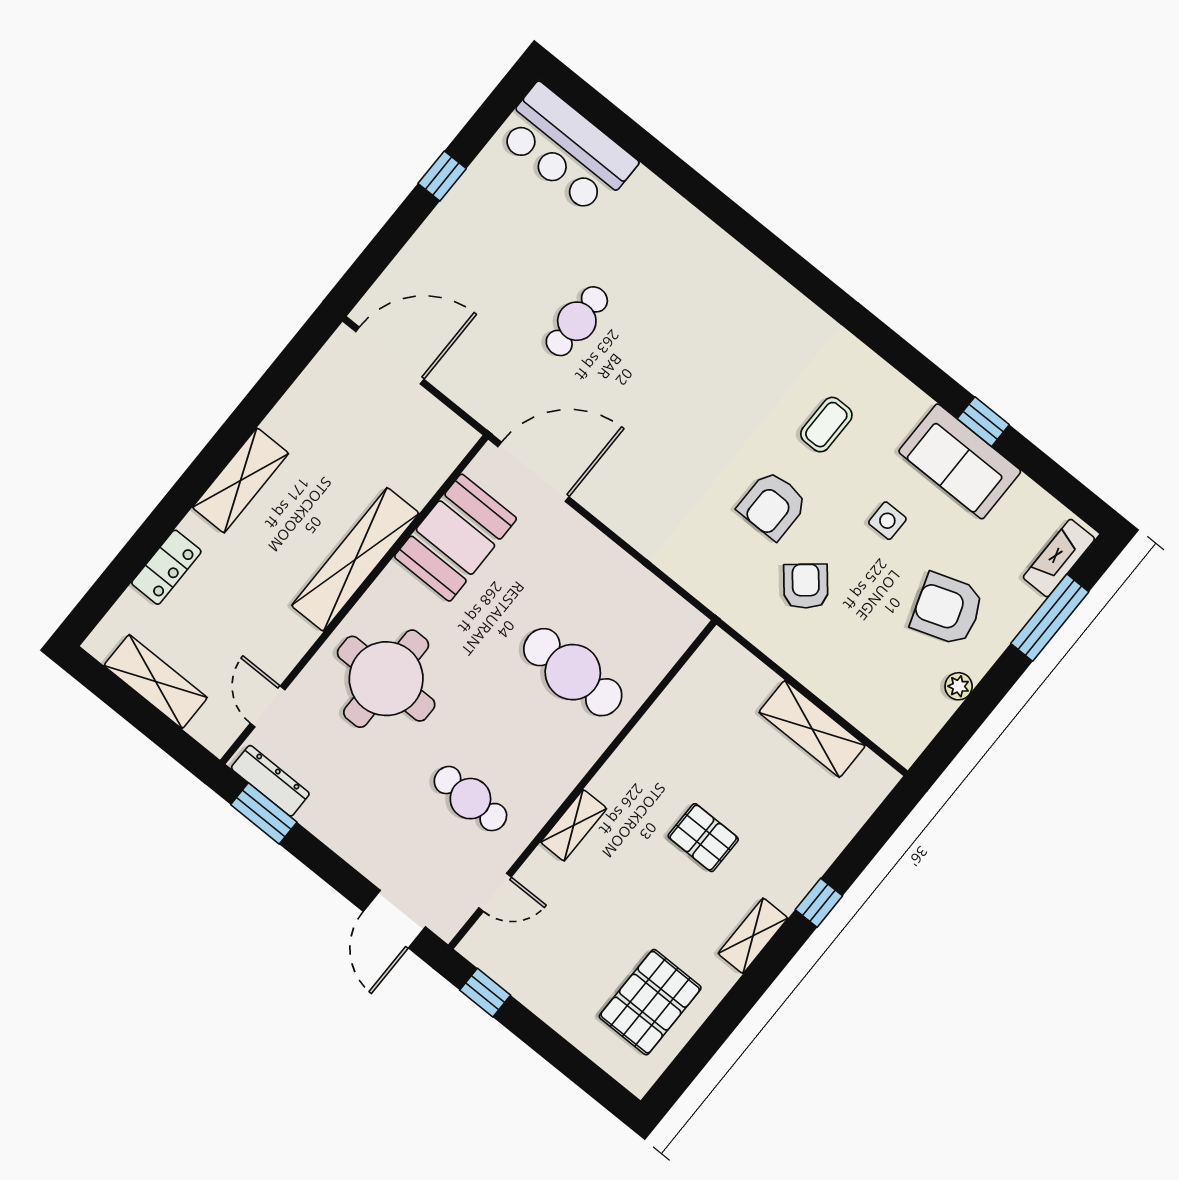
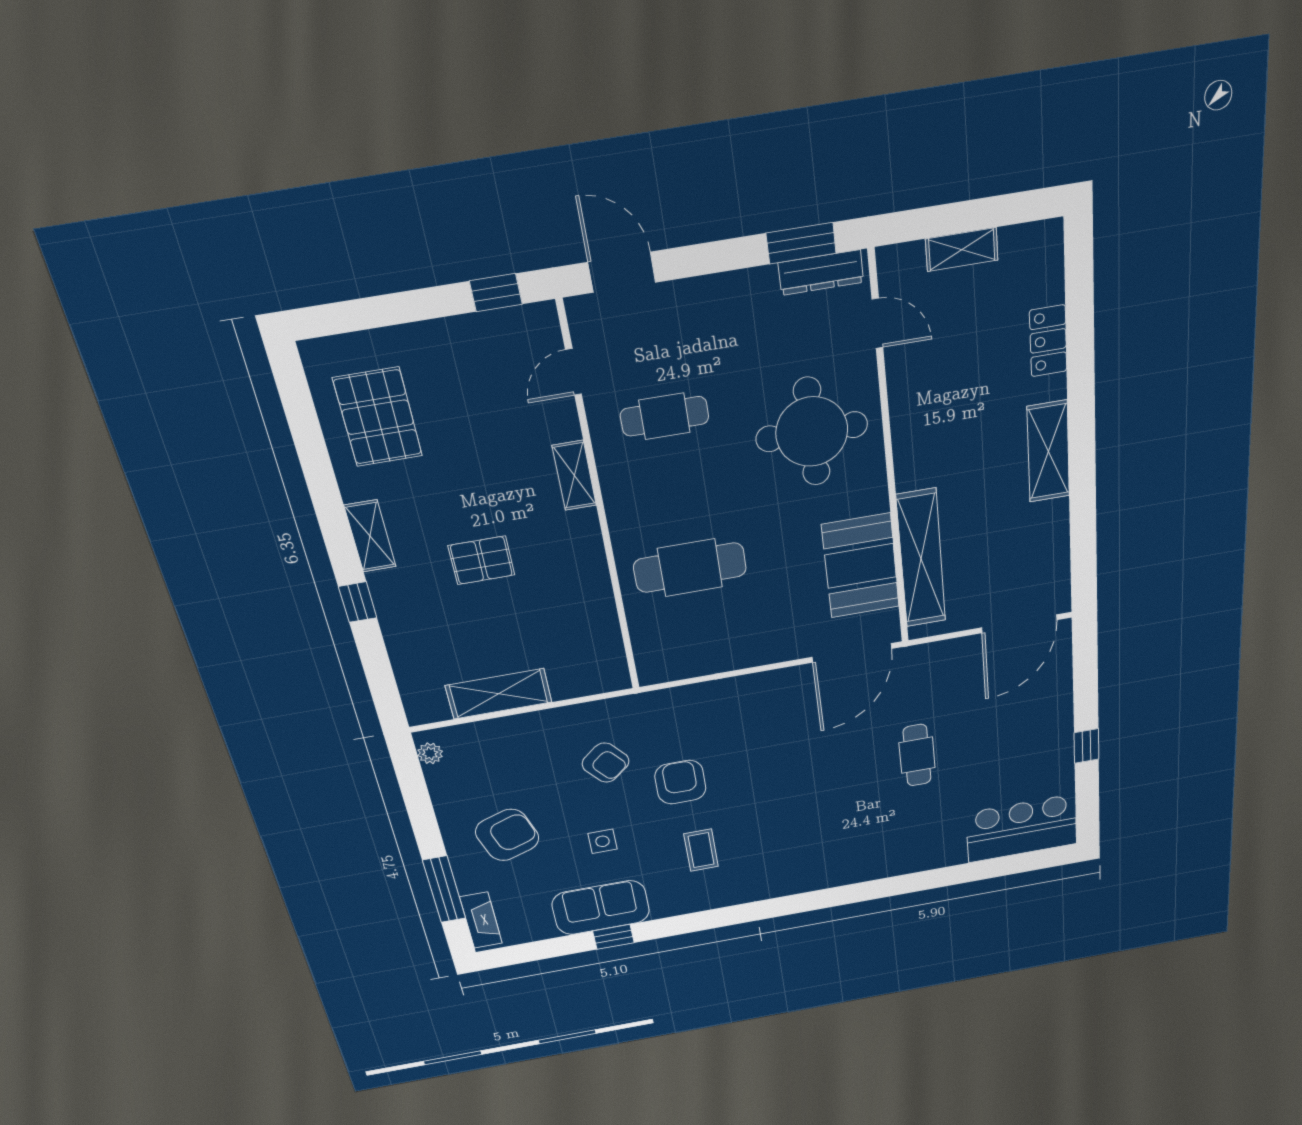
shelving: (355, 559) -> (921, 559), moved
shelving: (156, 682) -> (962, 250), width x0.67, depth x0.75
plant: (959, 686) -> (430, 753), moved

